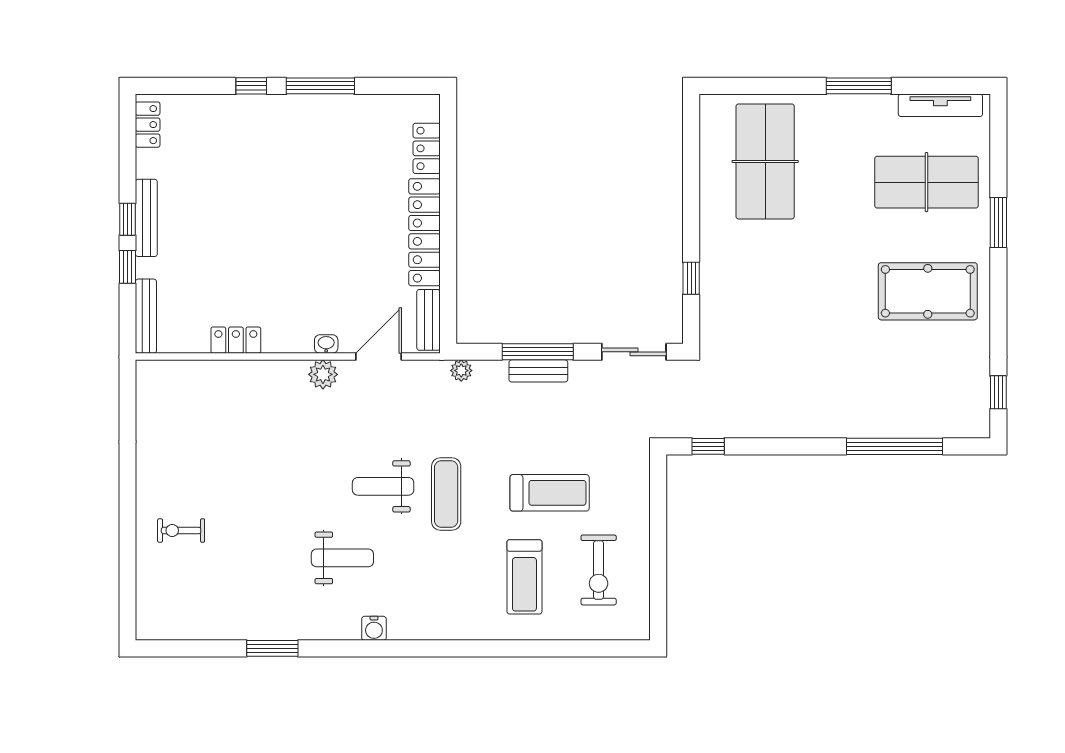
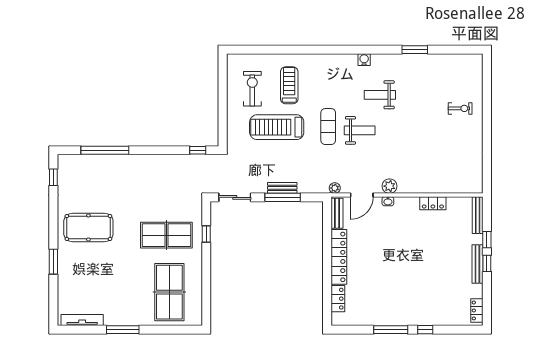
table tennis table: (926, 182) -> (166, 235), moved
plant: (461, 371) -> (335, 188), moved
treadmill: (550, 493) -> (277, 127), width x1.37, depth x1.38

